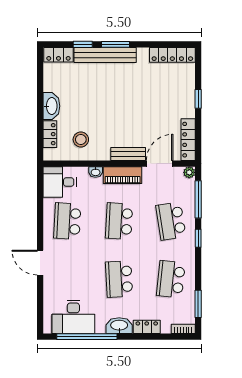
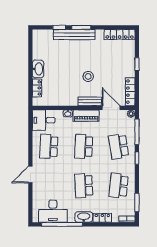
locker: (58, 55) -> (43, 34), removed
stool: (81, 139) -> (88, 76), moved
door: (160, 164) -> (111, 108), hinge flipped
door: (40, 263) -> (30, 174), hinge flipped

